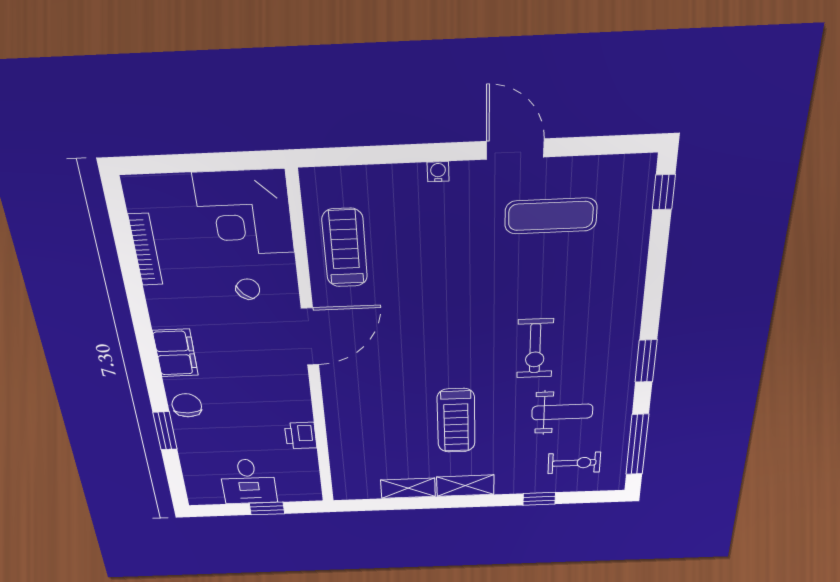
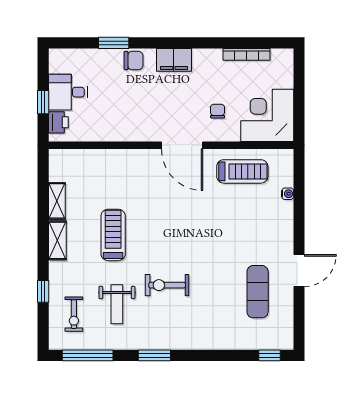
water cooler: (438, 172) -> (288, 194), moved
chair: (248, 289) -> (218, 111), turned -134
treadmill: (456, 421) -> (113, 235), turned 90
printer: (301, 436) -> (58, 122), moved, turned 90

